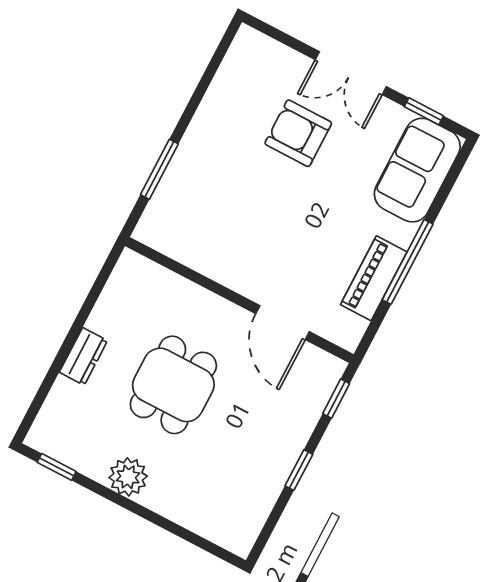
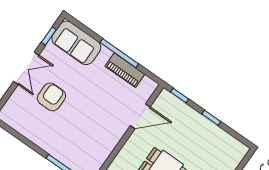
armchair: (298, 133) -> (51, 97), turned 180

